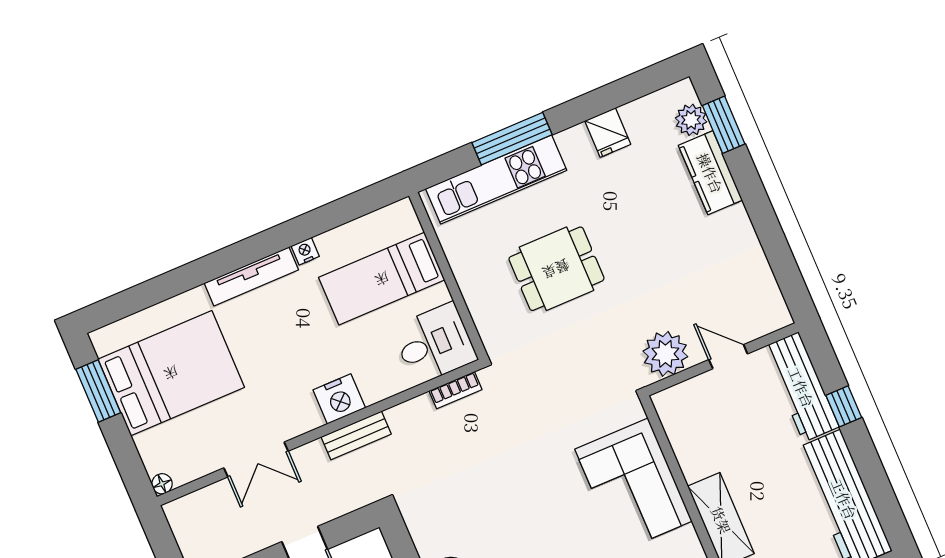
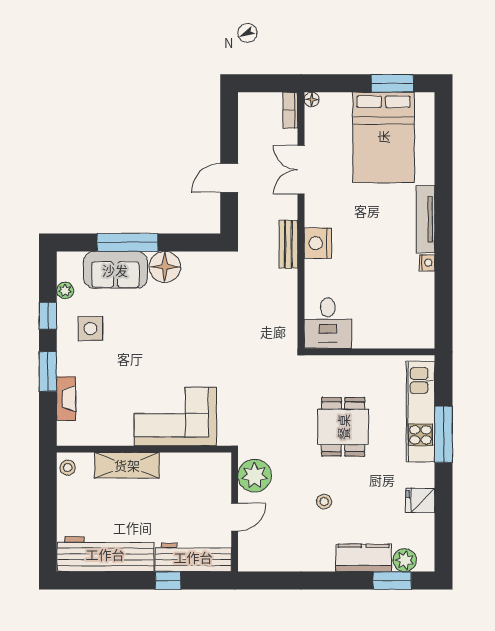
stool: (661, 253) -> (324, 502), added
bed: (382, 279) -> (387, 306), removed
bookcase: (455, 390) -> (290, 110), moved

